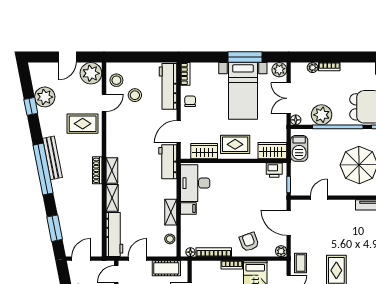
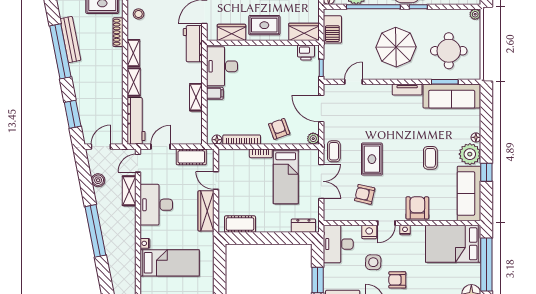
shoe rack: (97, 170) -> (118, 32), moved
stool: (170, 239) -> (139, 14), moved

